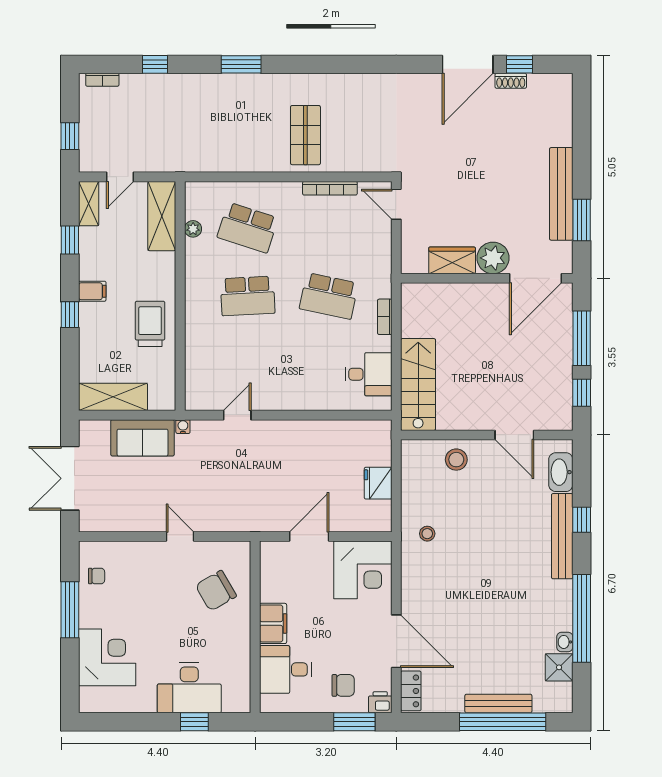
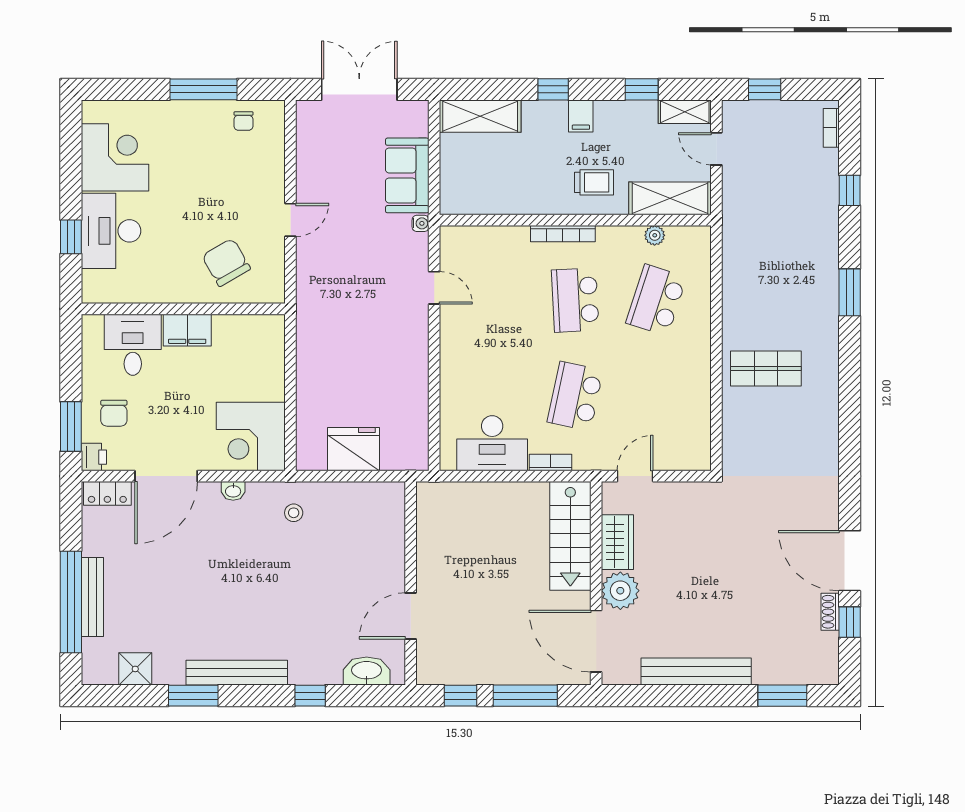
bookcase: (330, 188) -> (563, 234), moved, turned -90
door: (396, 204) -> (635, 476), moved
window: (582, 220) -> (782, 696), moved
trolley: (150, 324) -> (594, 182), moved, width x0.73, depth x0.72
desk: (369, 374) -> (492, 443), width x1.37
stairs: (418, 385) -> (570, 536), moved, turned 90
shelving: (113, 397) -> (480, 116), moved, turned 90
stool: (456, 460) -> (381, 547), removed
fridge: (378, 483) -> (354, 449), width x1.36, depth x1.34
door: (309, 536) -> (290, 373), removed
bench: (562, 536) -> (237, 673), moved
window: (582, 618) -> (193, 696), width x0.47
washbasin: (565, 642) -> (233, 491), moved, turned 180
corner desk: (107, 657) -> (115, 157), moved, turned -90

